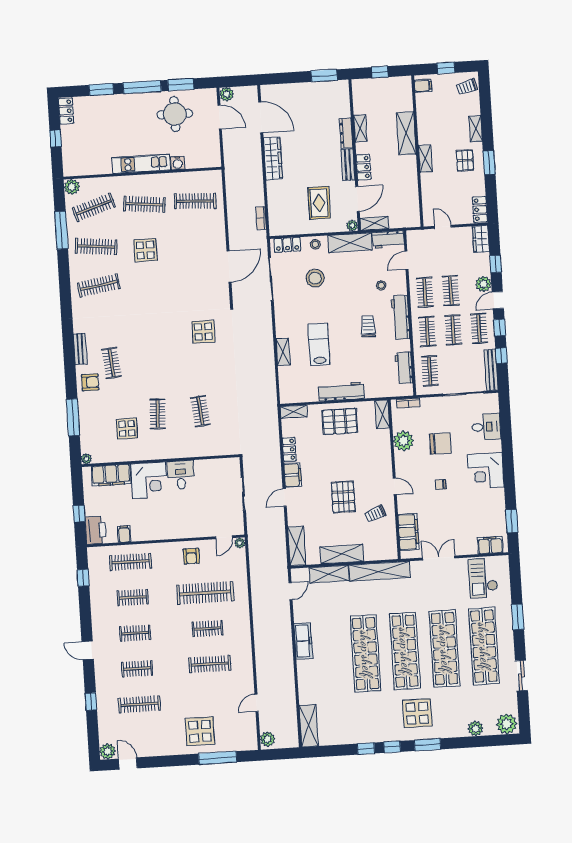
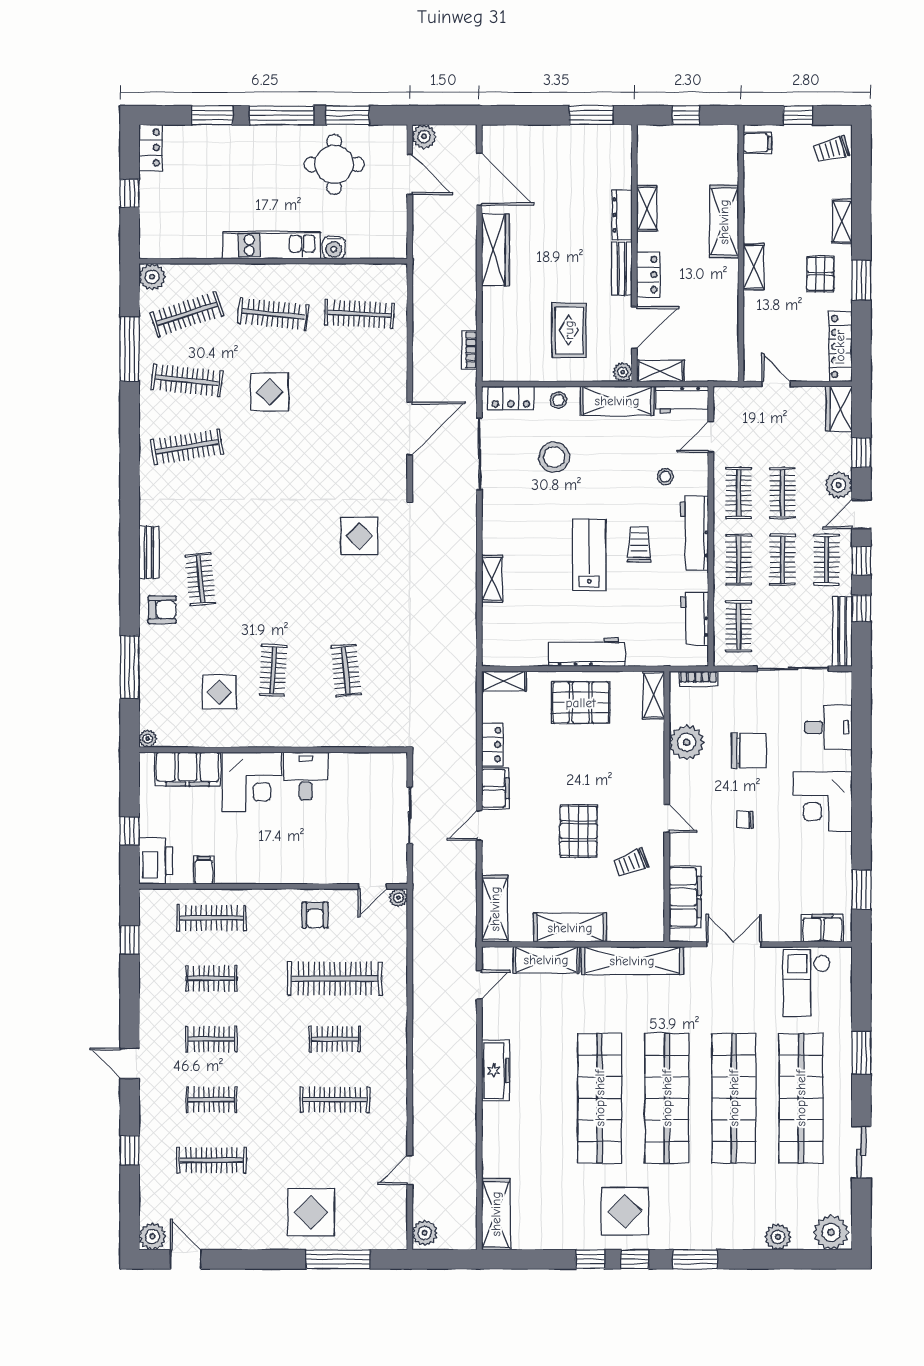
locker: (480, 209) -> (840, 347), width x1.53
lab bench: (319, 344) -> (589, 555), moved
display table: (417, 713) -> (625, 1211), moved

